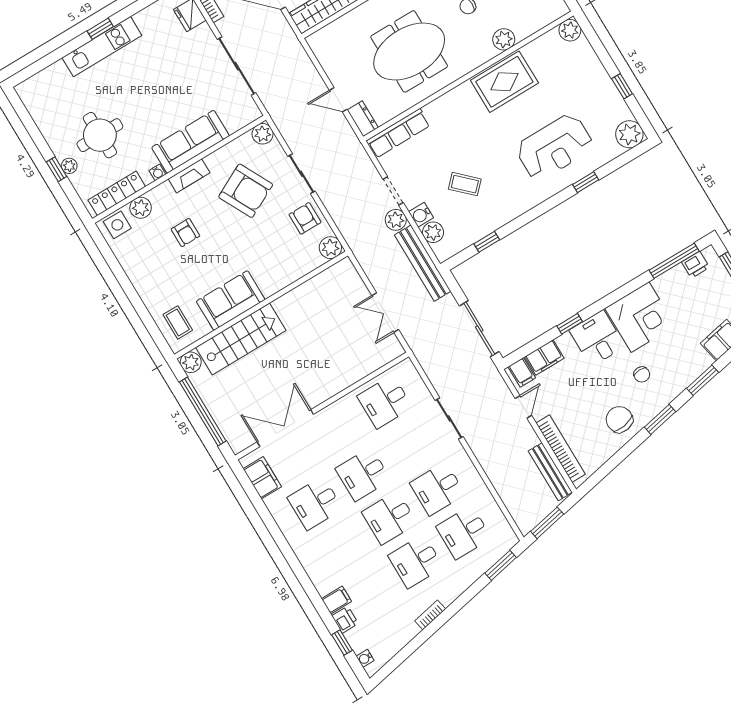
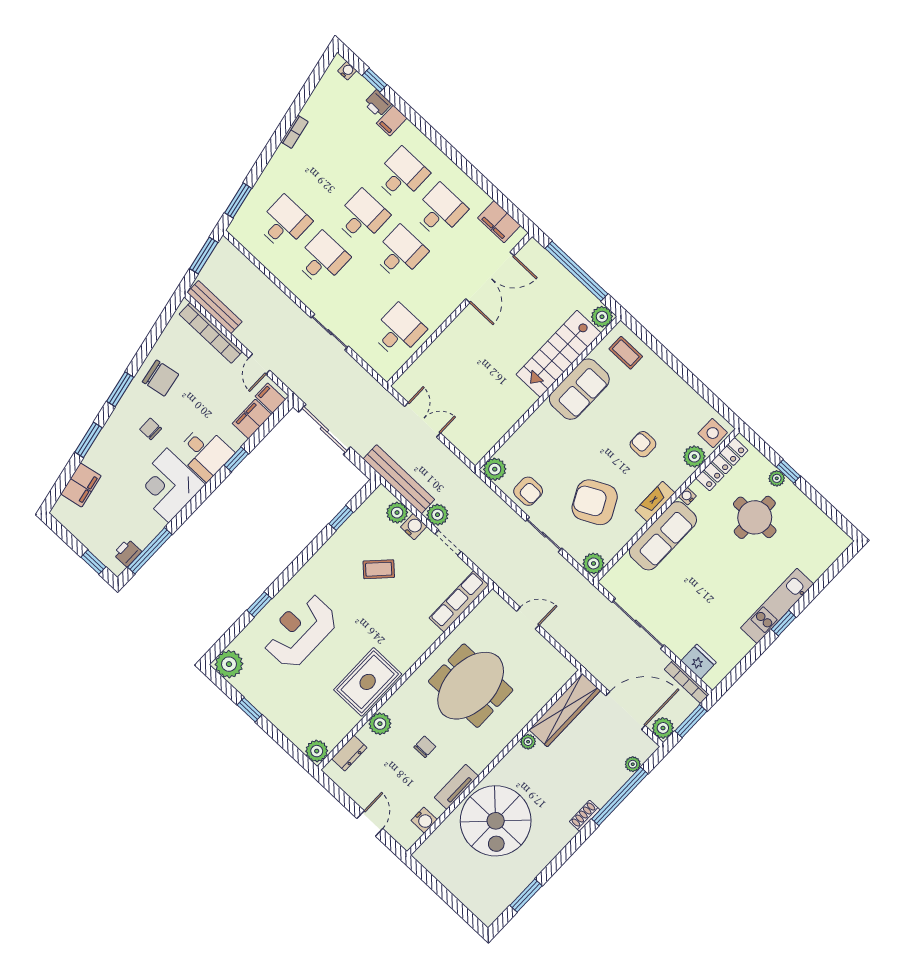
dresser: (363, 119) -> (349, 753), moved, turned -90
desk: (416, 561) -> (401, 175), moved

